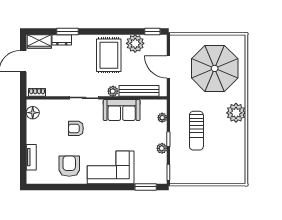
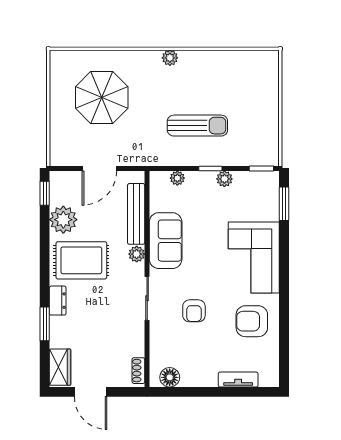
dresser: (62, 40) -> (58, 301), moved
parasol: (215, 68) -> (102, 97), width x0.73, depth x0.73
plant: (236, 113) -> (170, 58), width x0.53, depth x0.53

